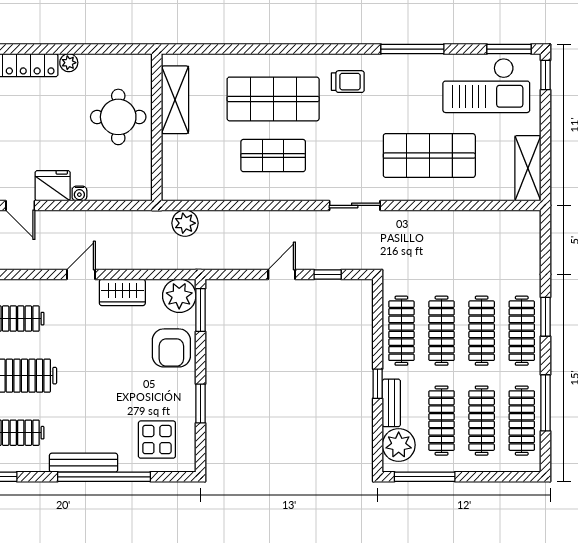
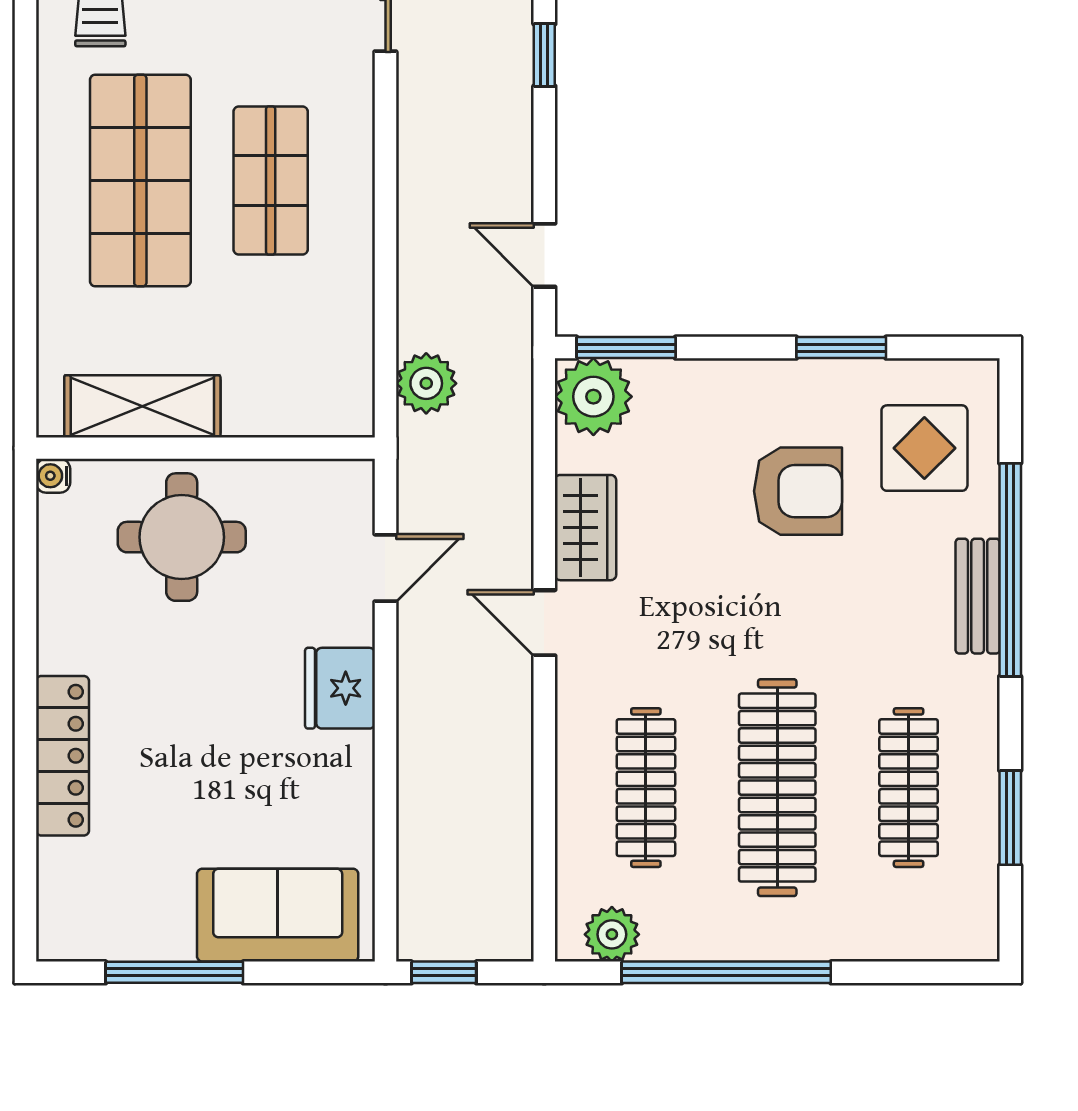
plant: (69, 63) -> (57, 651), removed
water cooler: (79, 193) -> (53, 476), moved, turned 180
door: (20, 205) -> (385, 568), moved
door: (282, 274) -> (544, 255), moved
armchair: (171, 348) -> (798, 491), moved
bench: (83, 463) -> (978, 596), width x0.73

